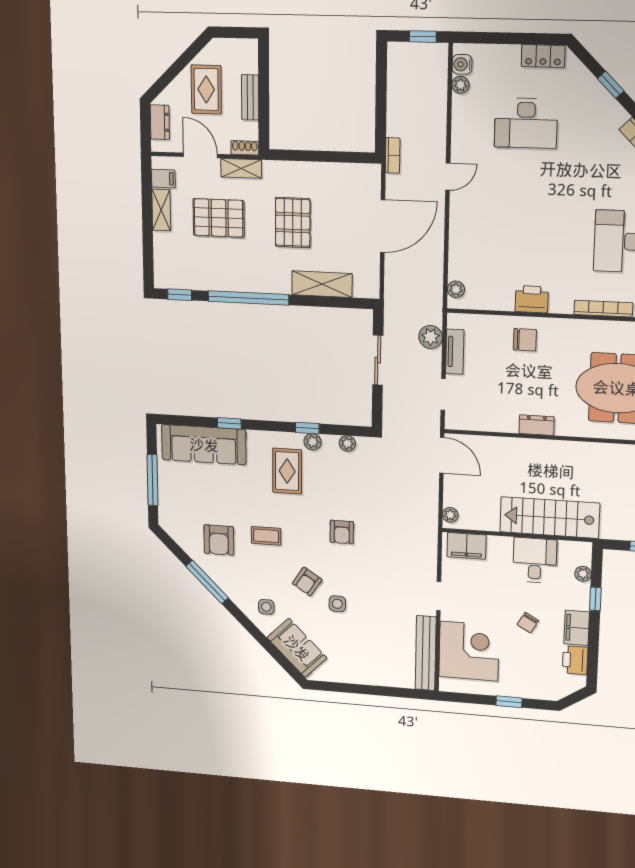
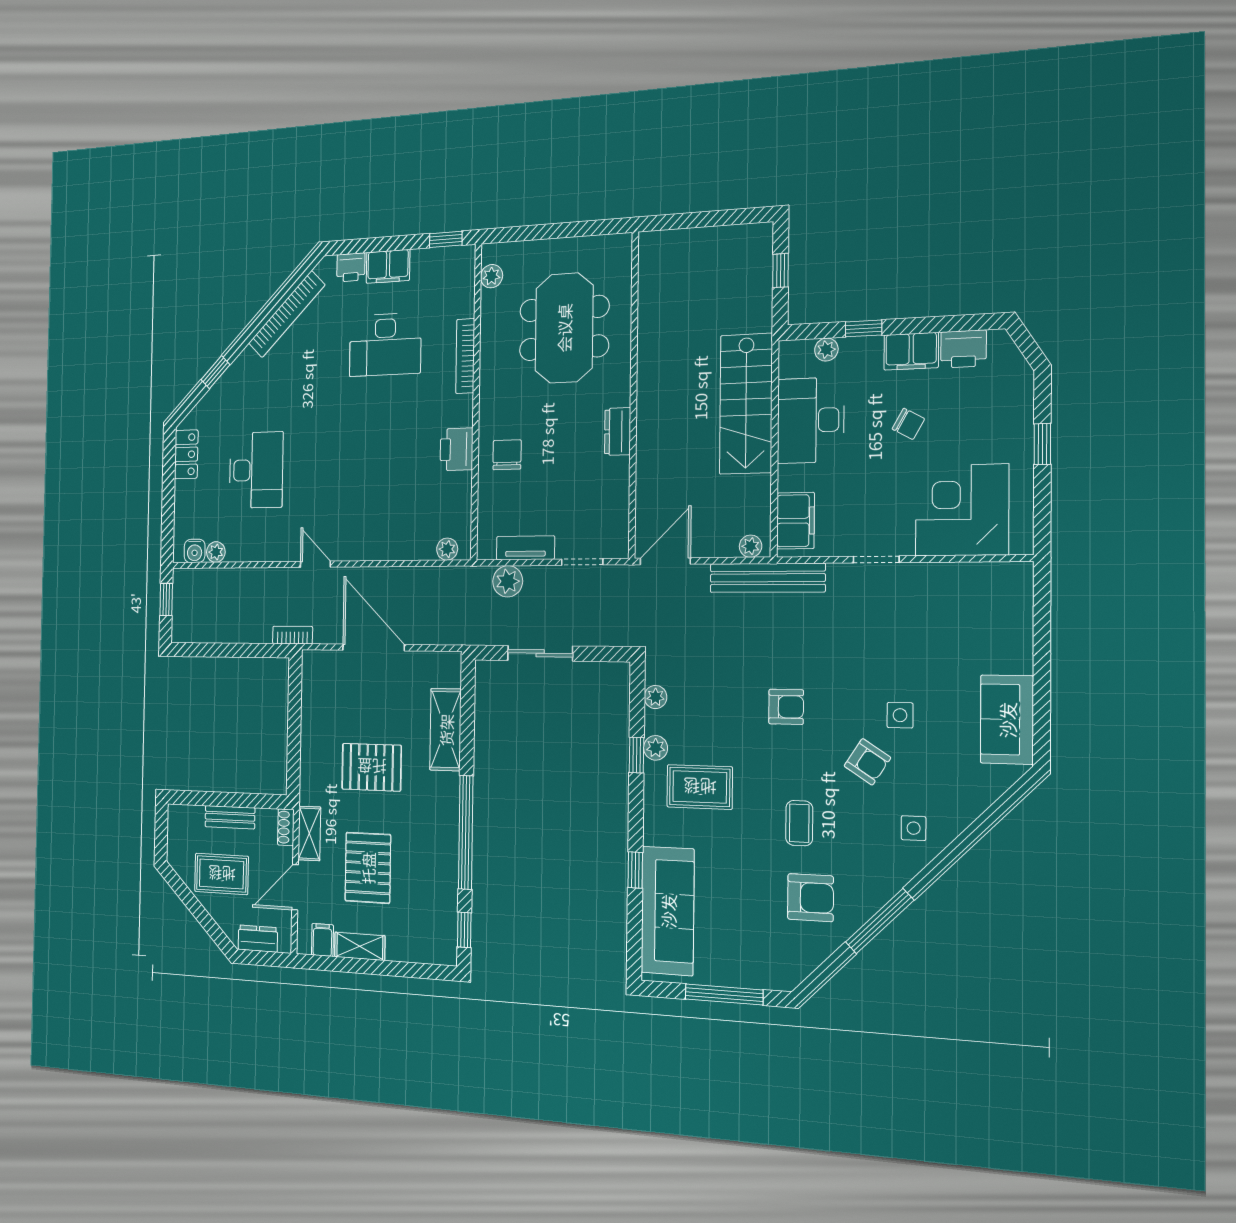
desk: (535, 560) -> (811, 420), width x1.37
sofa: (297, 648) -> (1007, 720), moved, turned -45
bench: (426, 653) -> (767, 578), moved

